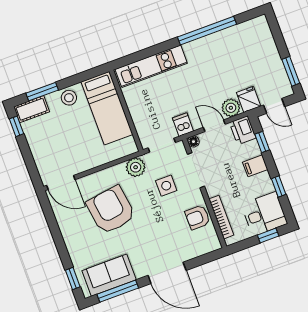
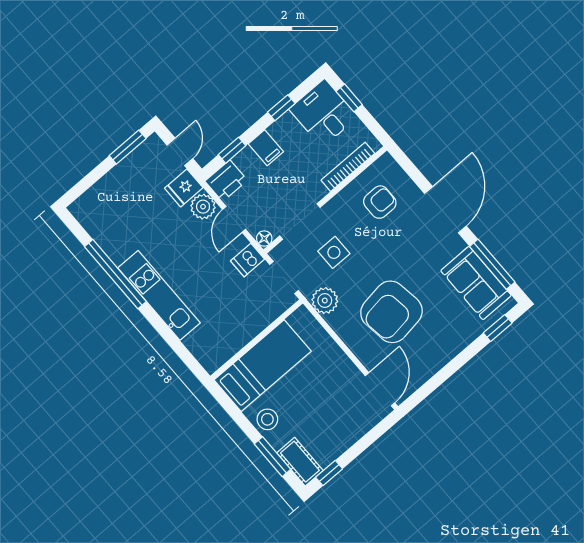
kitchen unit: (151, 66) -> (159, 295), moved
armchair: (198, 217) -> (380, 202), moved, turned -90

